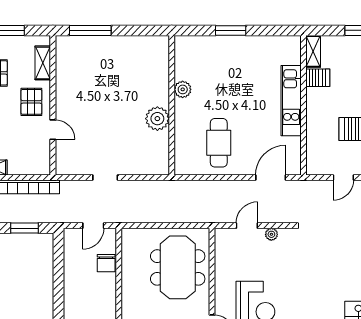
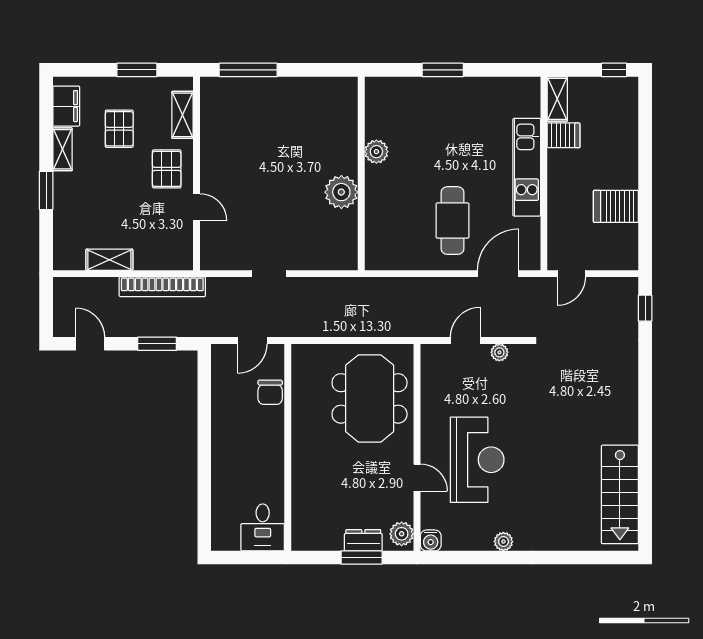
cafe table: (219, 143) -> (452, 221), moved
door: (343, 177) -> (571, 274), moved

